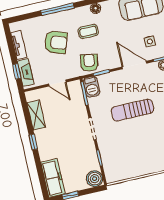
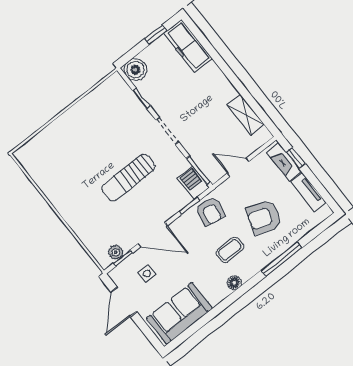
sun lounger: (132, 110) -> (129, 178), turned 180
window: (33, 142) -> (234, 79), removed

